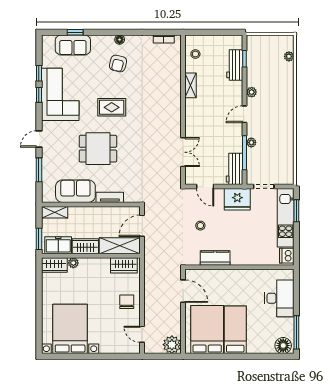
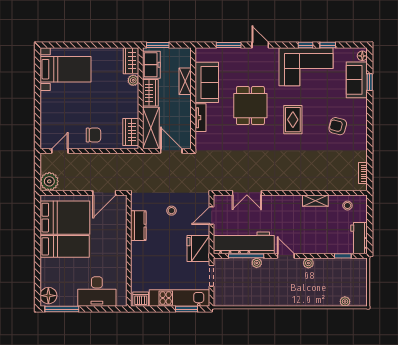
floor lamp: (120, 40) -> (362, 56), moved
workbench: (235, 65) -> (359, 238), moved, turned -90
workbench: (234, 169) -> (244, 243), width x1.88, depth x1.32
shelving: (55, 212) -> (185, 81), moved
bed with nightstands: (70, 329) -> (66, 69), width x0.73

